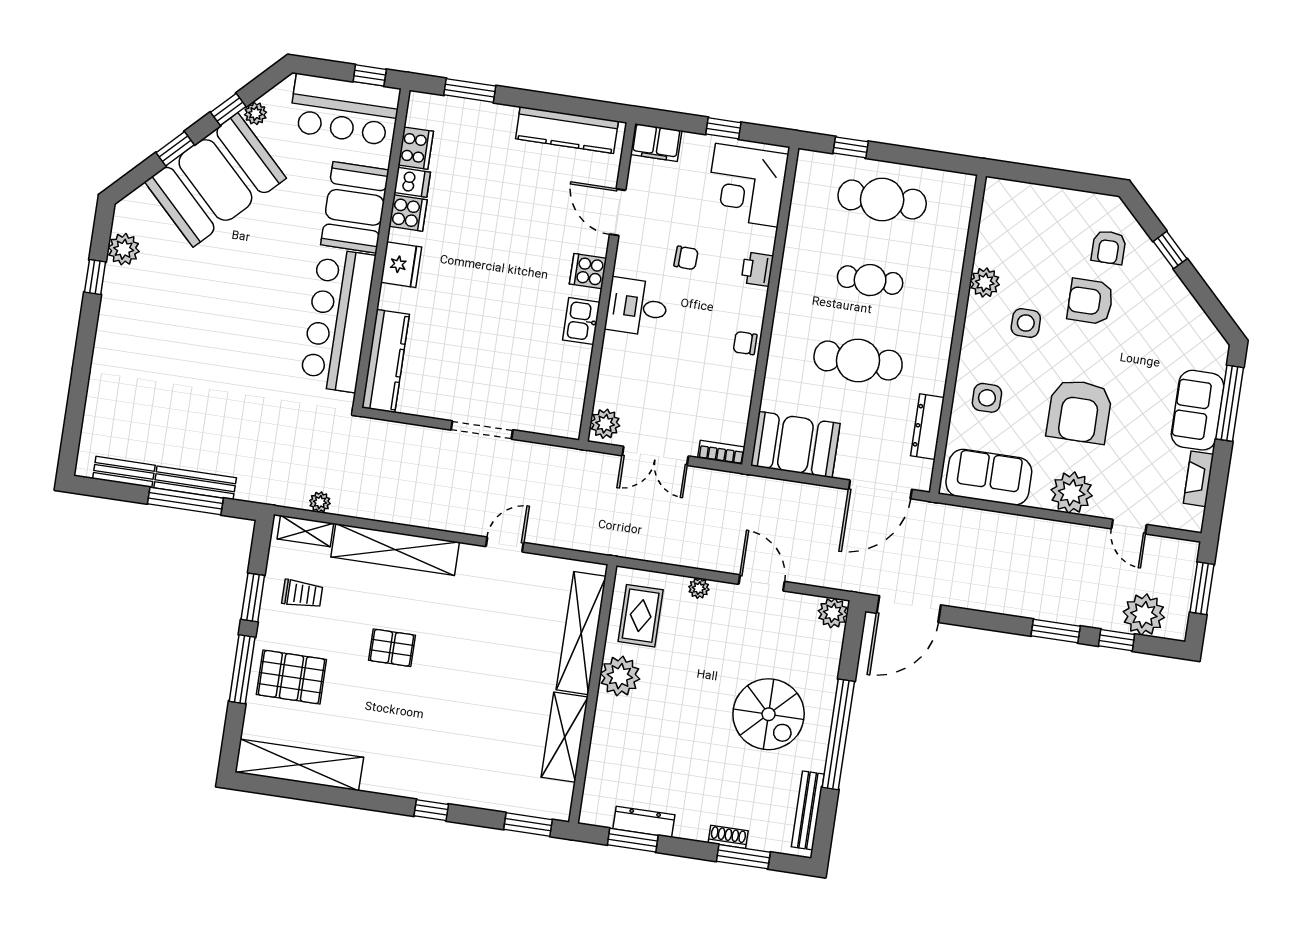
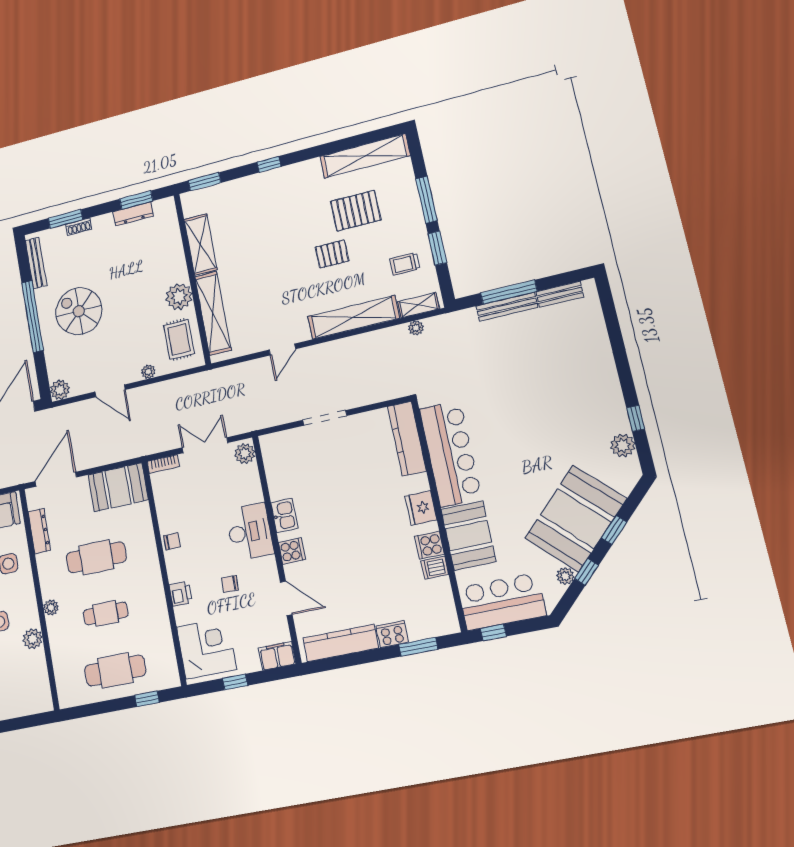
cooker: (416, 148) -> (392, 634), moved, turned 90
desk: (637, 307) -> (250, 532), width x1.37
plant: (945, 316) -> (51, 607), added
pallet: (291, 677) -> (356, 211), moved

